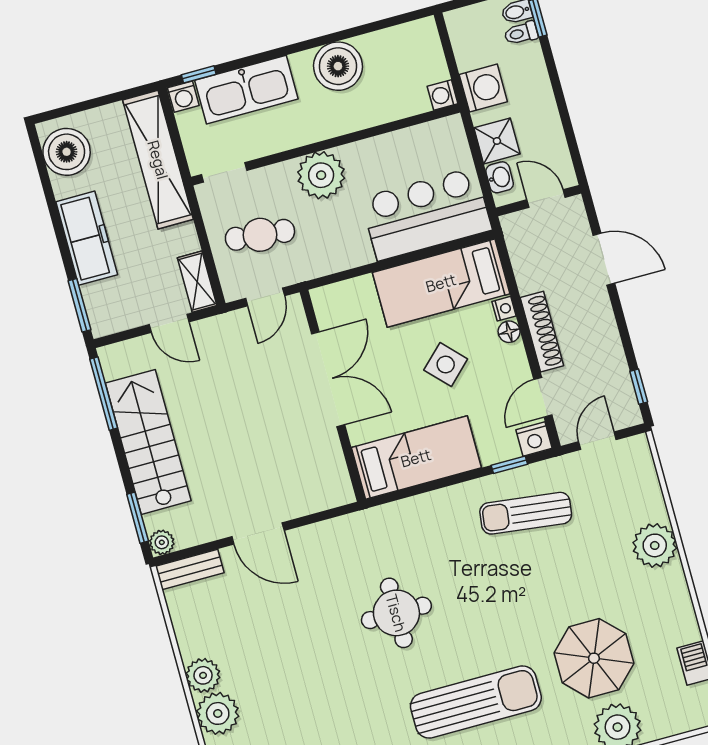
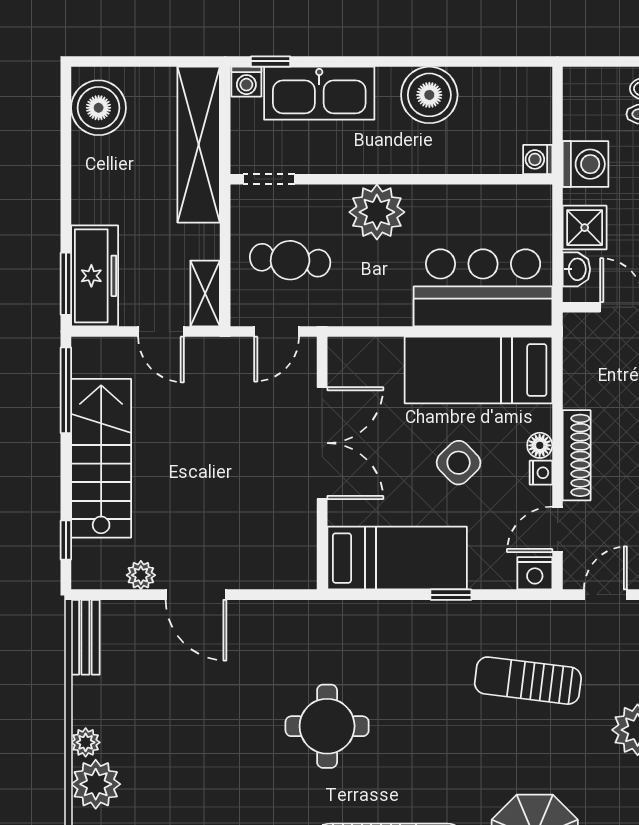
freezer: (87, 238) -> (95, 276), moved
nightstand: (504, 309) -> (541, 473), moved
window: (509, 465) -> (451, 595), moved
sun lounger: (526, 513) -> (528, 681), moved
window: (138, 518) -> (66, 540), width x0.67
plant: (162, 542) -> (141, 575), moved
bench: (190, 570) -> (85, 637), moved, turned 90
plant: (203, 675) -> (86, 742), width x0.73, depth x0.73

